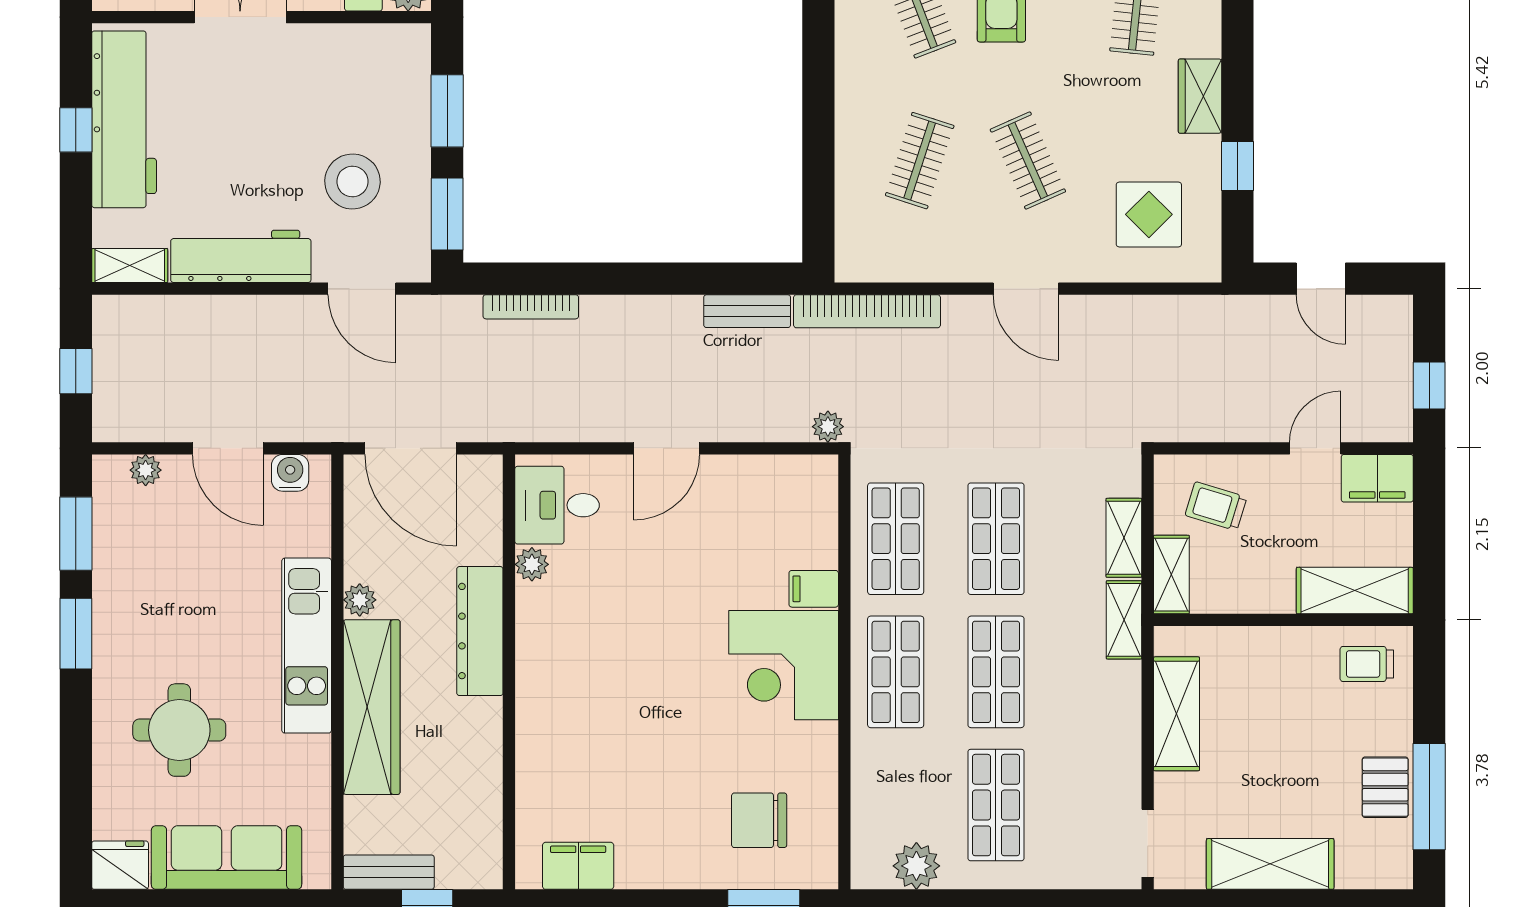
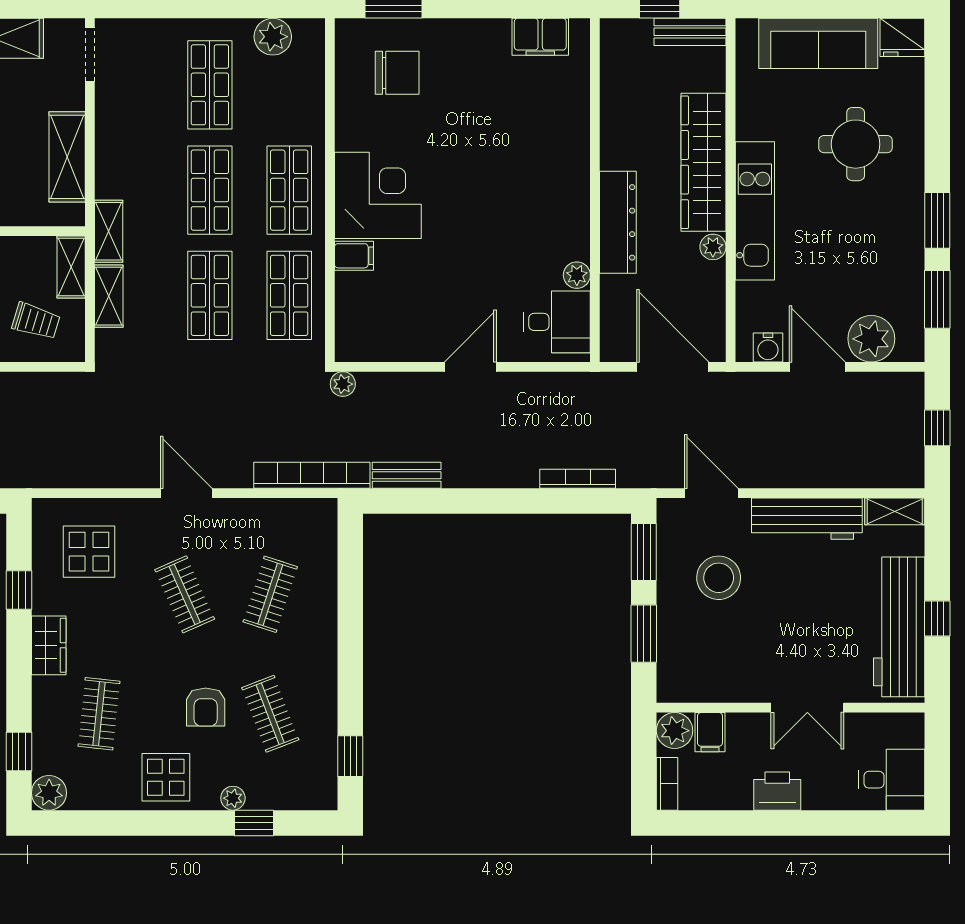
plant: (146, 470) -> (871, 339), width x1.88, depth x1.88

